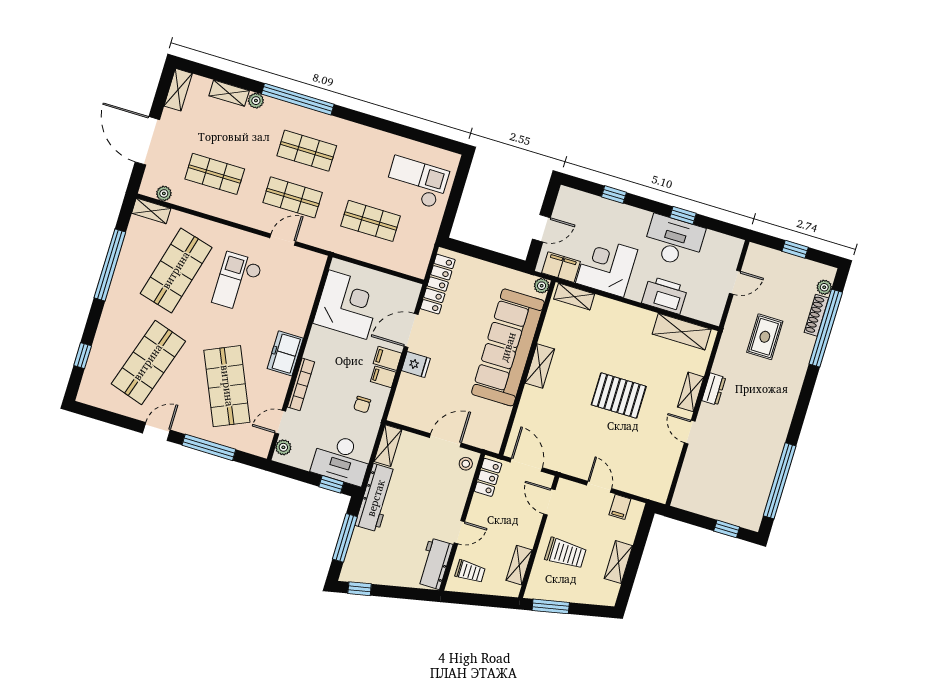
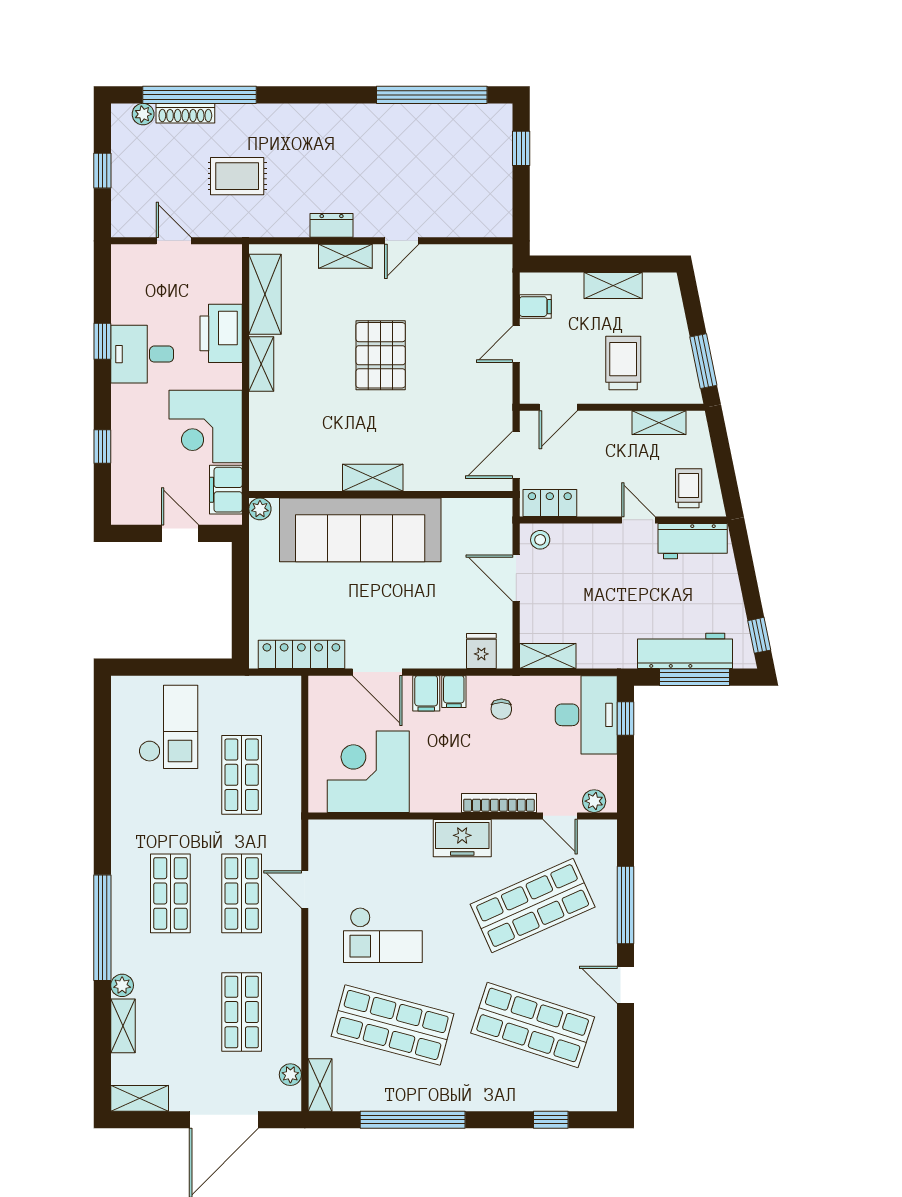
checkout: (417, 182) -> (168, 727), turned 180
desk: (674, 241) -> (142, 354), width x0.73
shelving: (574, 296) -> (261, 364), moved
fridge: (416, 365) -> (481, 651), moved
chair: (362, 405) -> (501, 709), turned 90
workbench: (376, 498) -> (685, 651), moved

